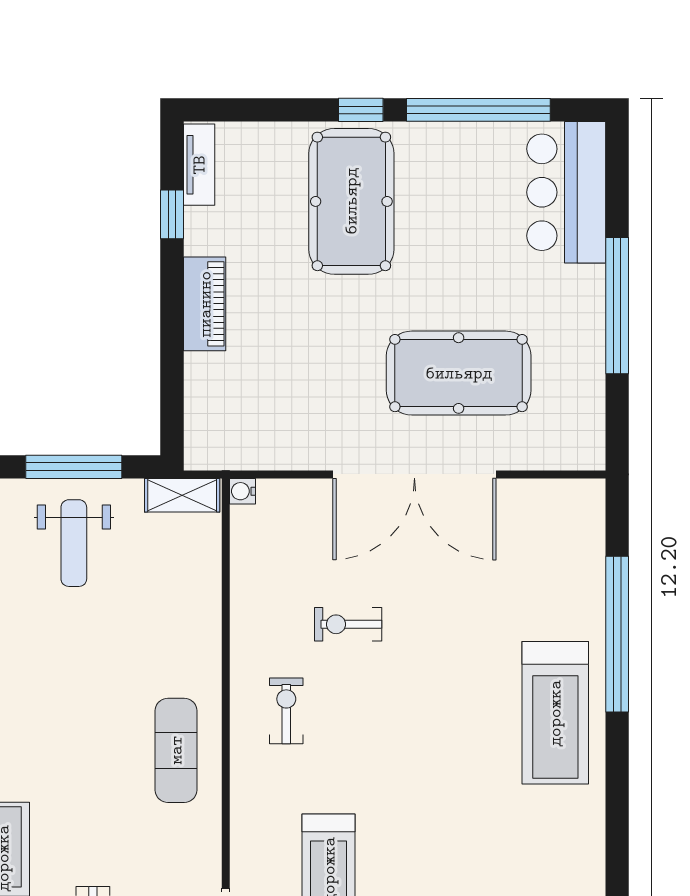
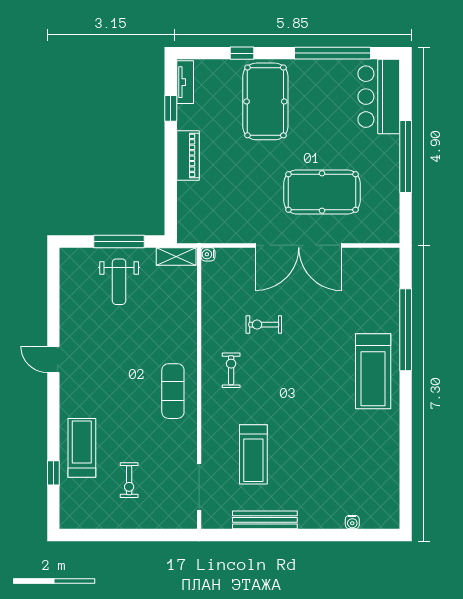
window: (361, 110) -> (242, 53), moved

